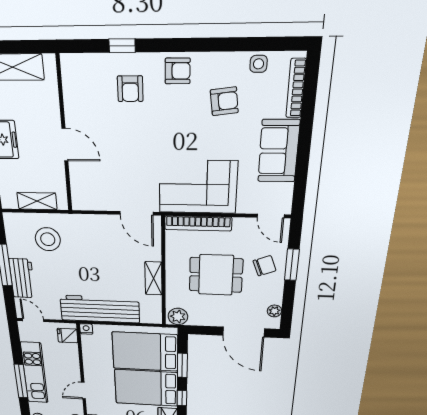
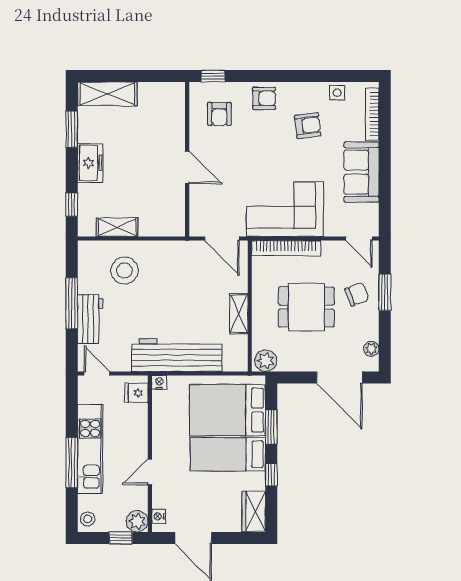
wall: (64, 136) -> (187, 159), moved
door: (65, 145) -> (187, 167), moved
bed: (146, 388) -> (228, 454), width x0.67

